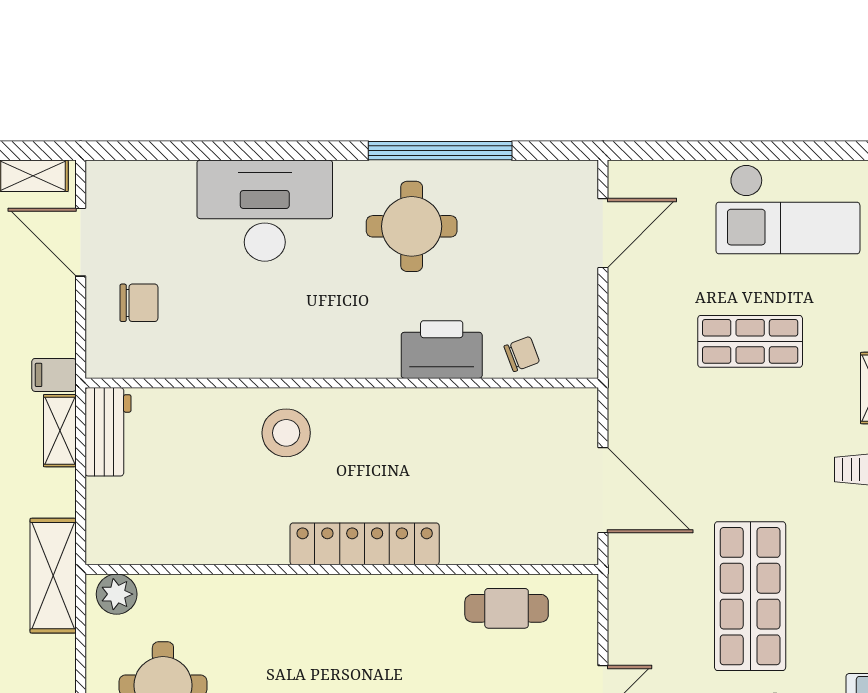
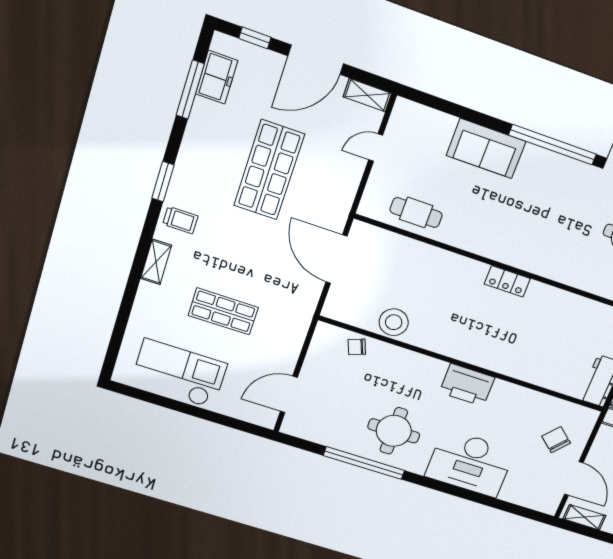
chair: (139, 303) -> (556, 440), turned 41
printer: (442, 350) -> (467, 385), moved
stool: (286, 433) -> (394, 322), moved
locker: (365, 544) -> (507, 281), width x0.46, depth x0.83

